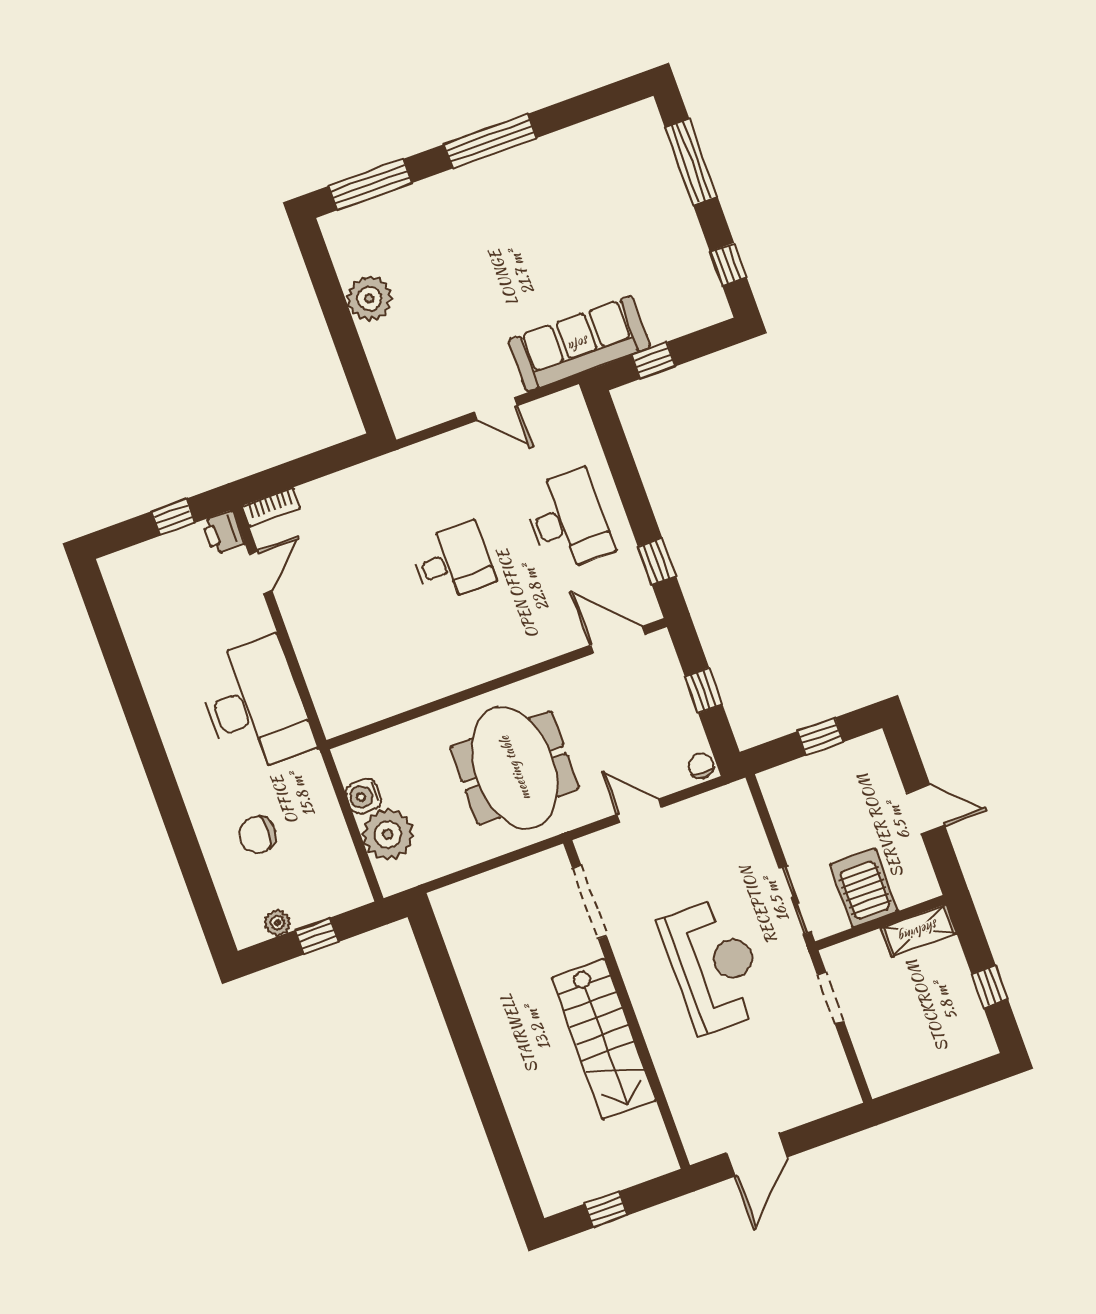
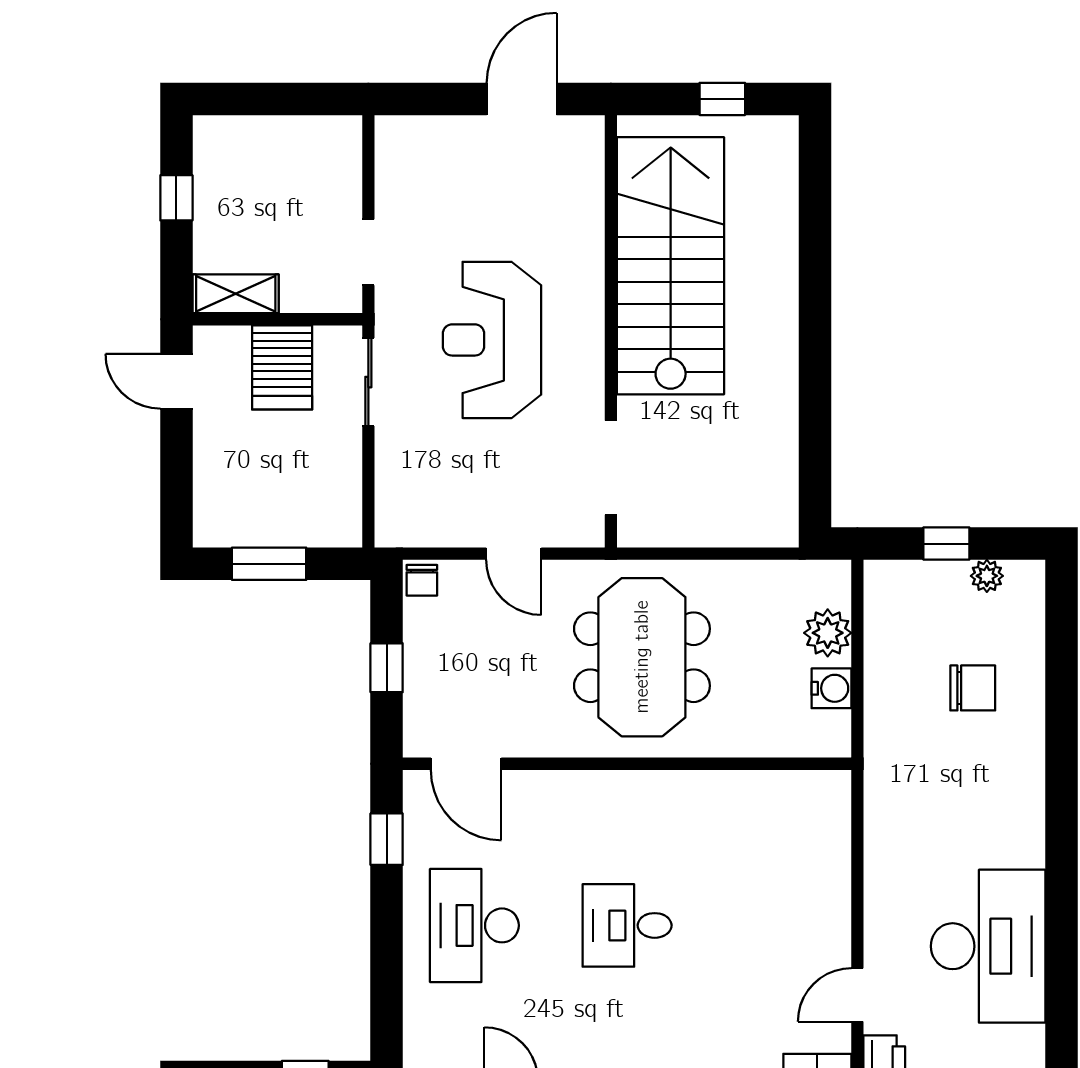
desk: (255, 705) -> (988, 946), moved, turned 180
window: (820, 737) -> (269, 564), width x1.50
door: (925, 809) -> (176, 381), moved
plant: (388, 834) -> (828, 633), width x0.73, depth x0.73
stairs: (604, 1039) -> (671, 266), width x1.36, depth x1.51

